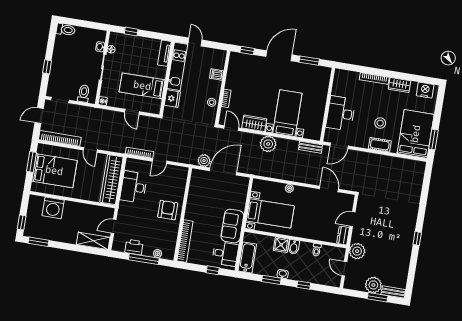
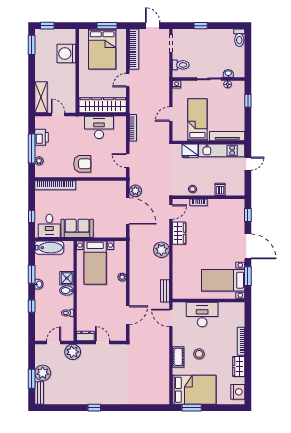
tv unit: (164, 53) -> (227, 136), width x1.41
bed with nightstands: (287, 113) -> (223, 280), moved, turned 180
door: (160, 161) -> (128, 161), moved

